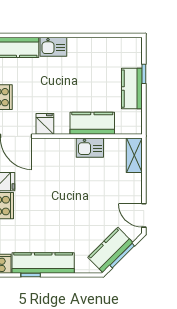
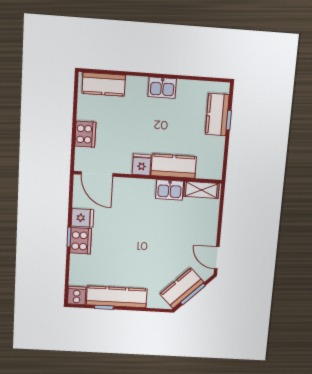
kitchen sink: (53, 47) -> (162, 88), moved
kitchen counter: (132, 89) -> (217, 115), moved
fridge: (45, 124) -> (142, 165), moved
shelving: (134, 155) -> (201, 190), moved, turned 90

